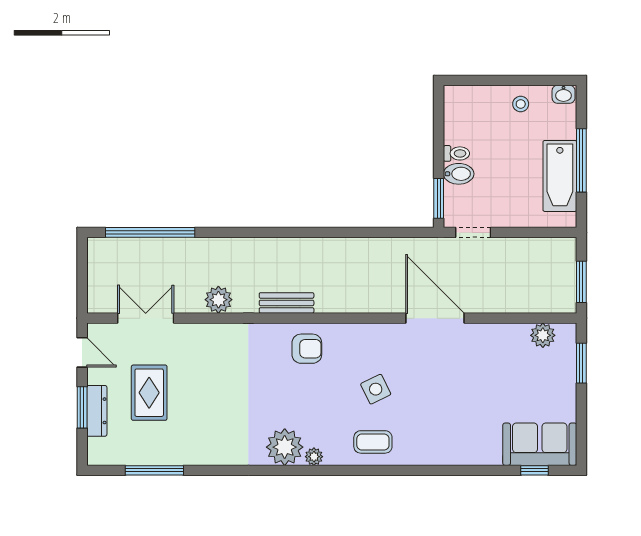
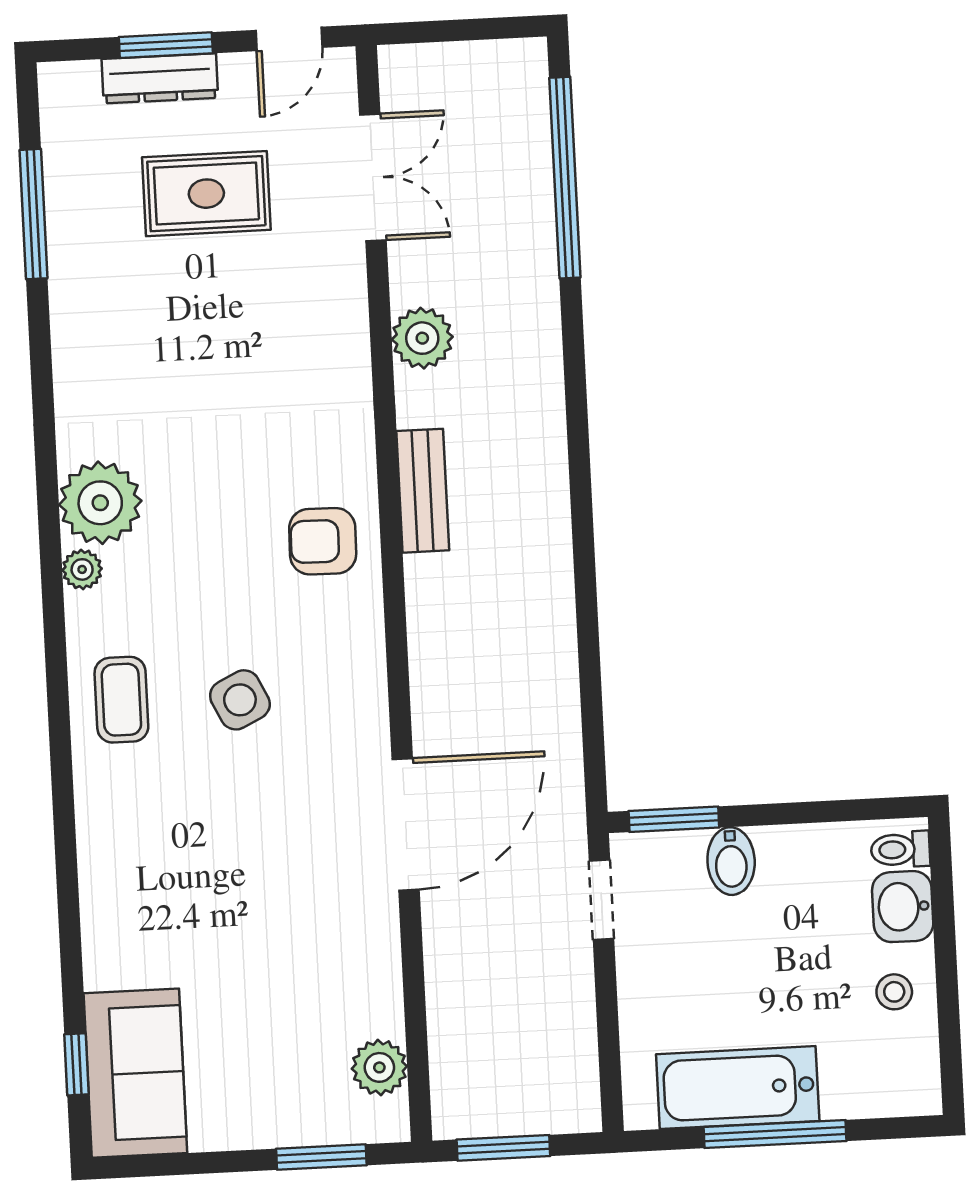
washbasin: (564, 94) -> (903, 907), moved, width x1.38, depth x1.45
toilet: (456, 153) -> (900, 849), moved, turned 90
armchair: (307, 349) -> (323, 541), turned 91

